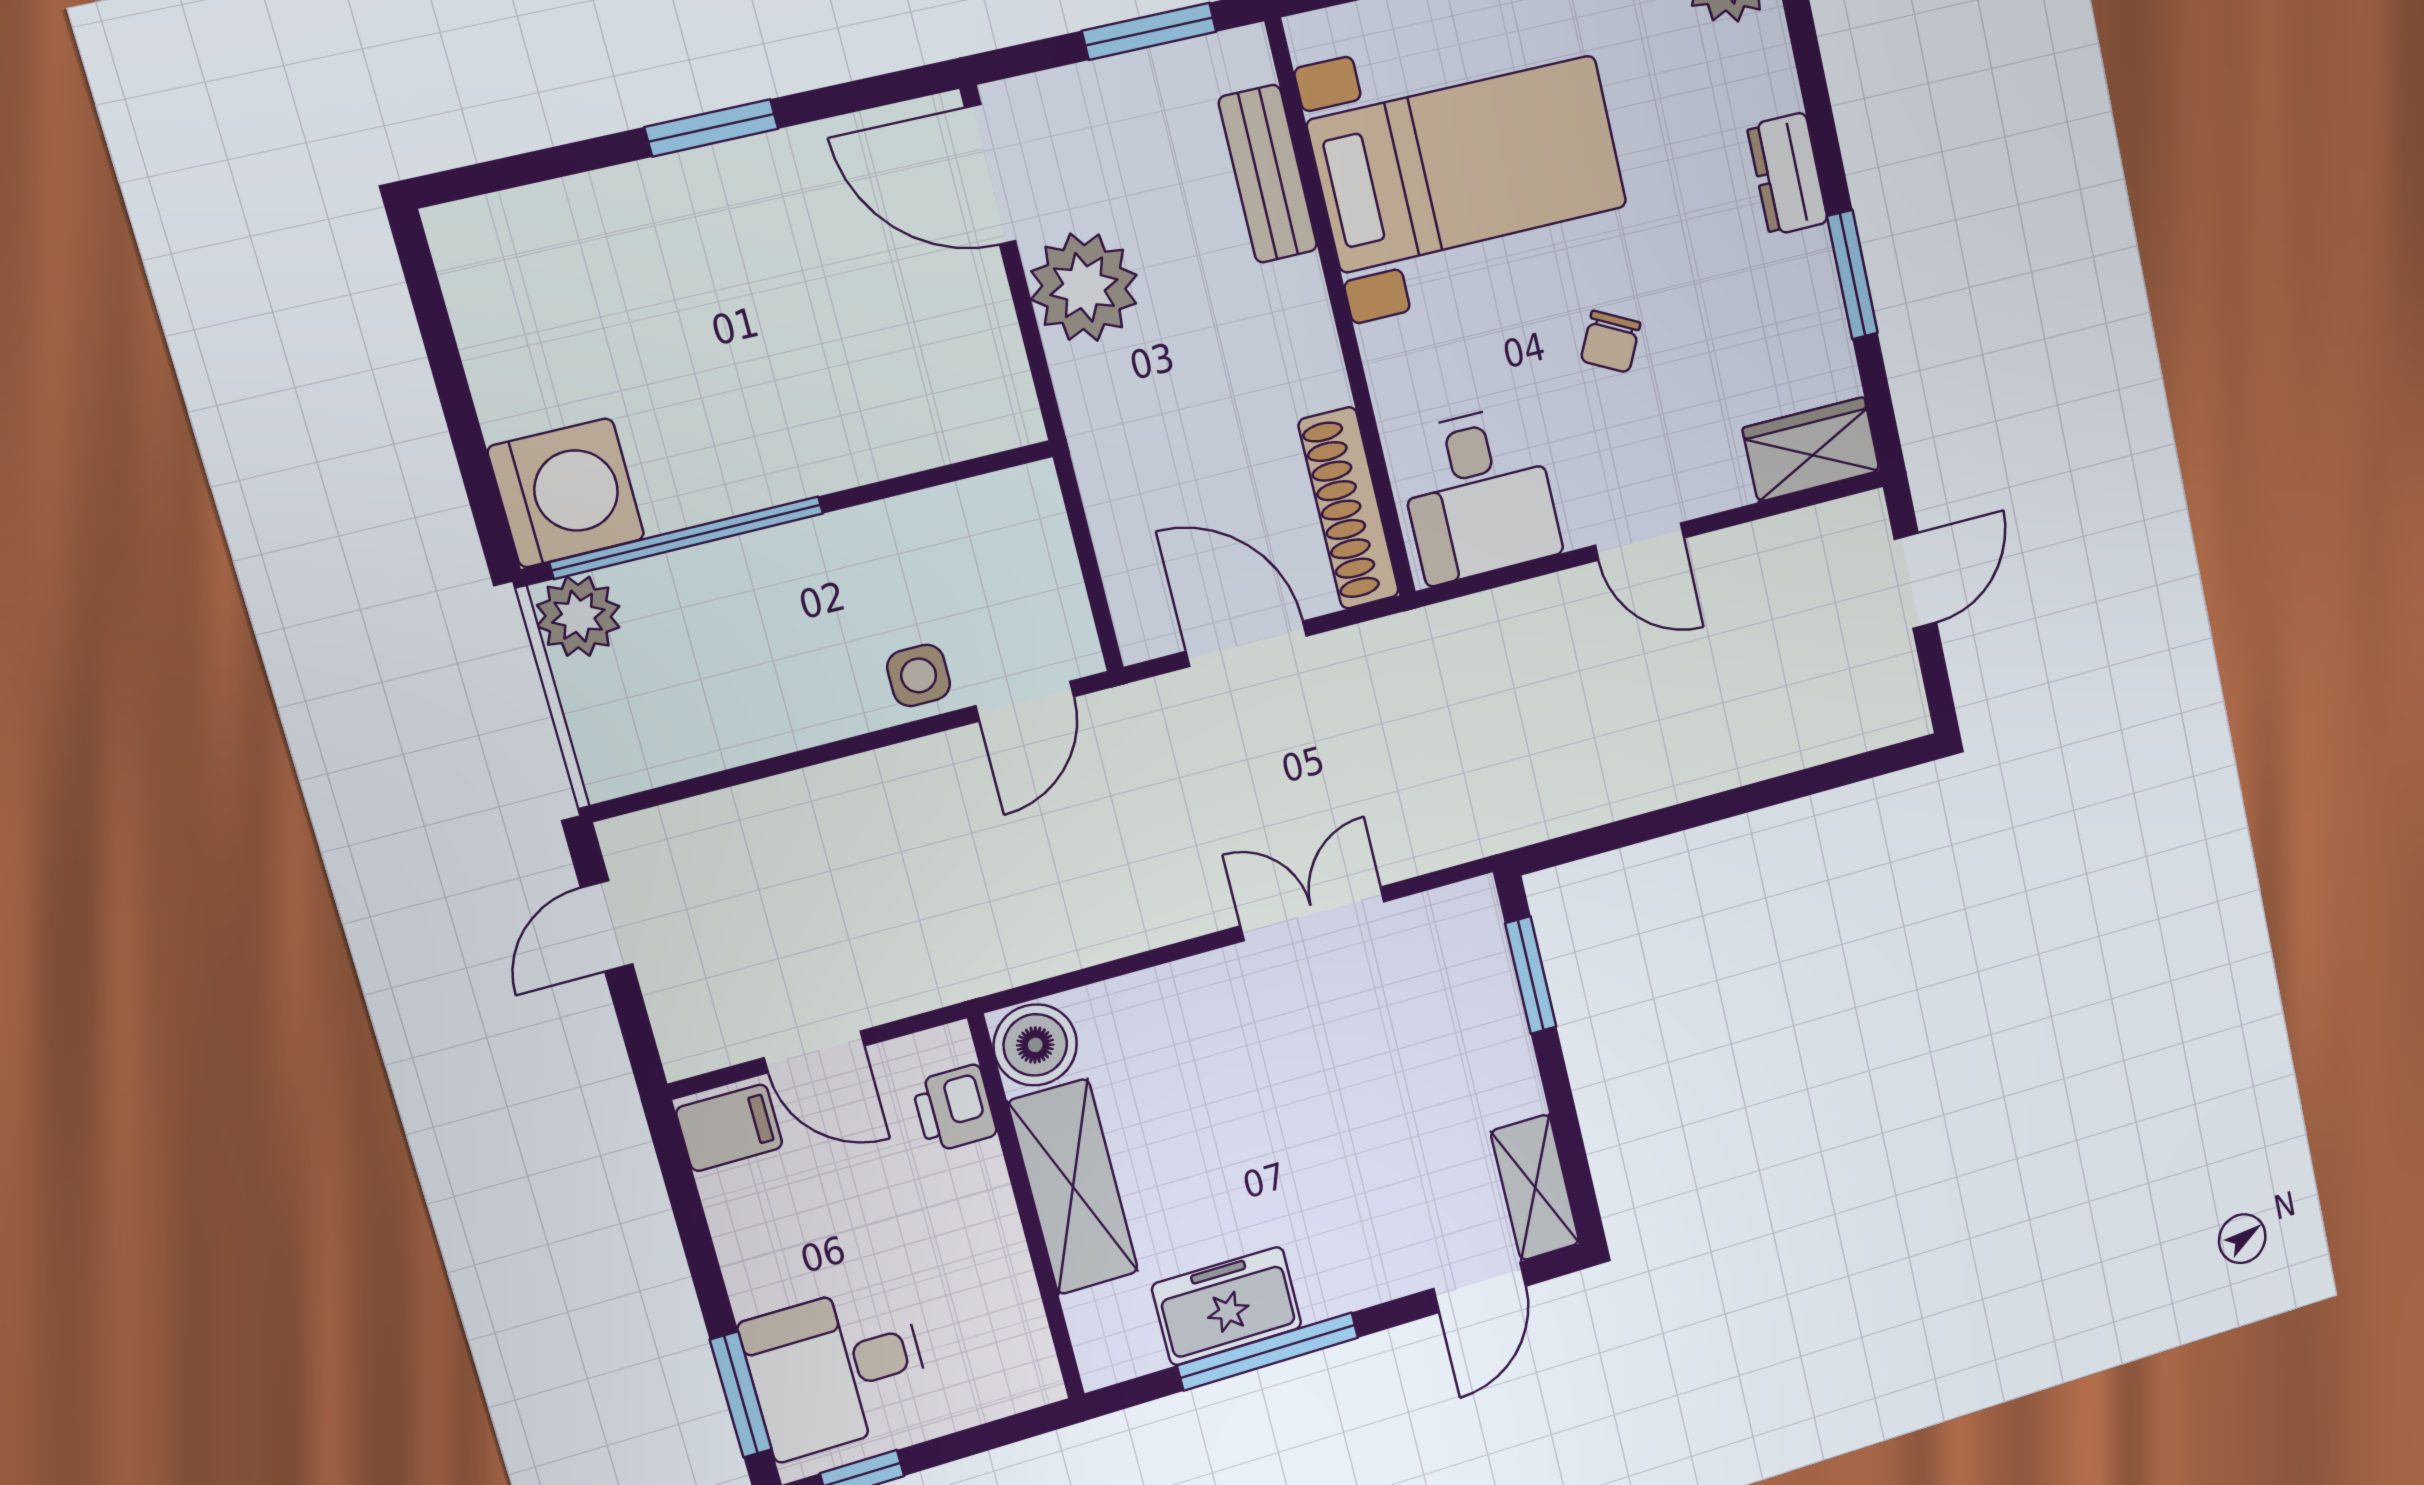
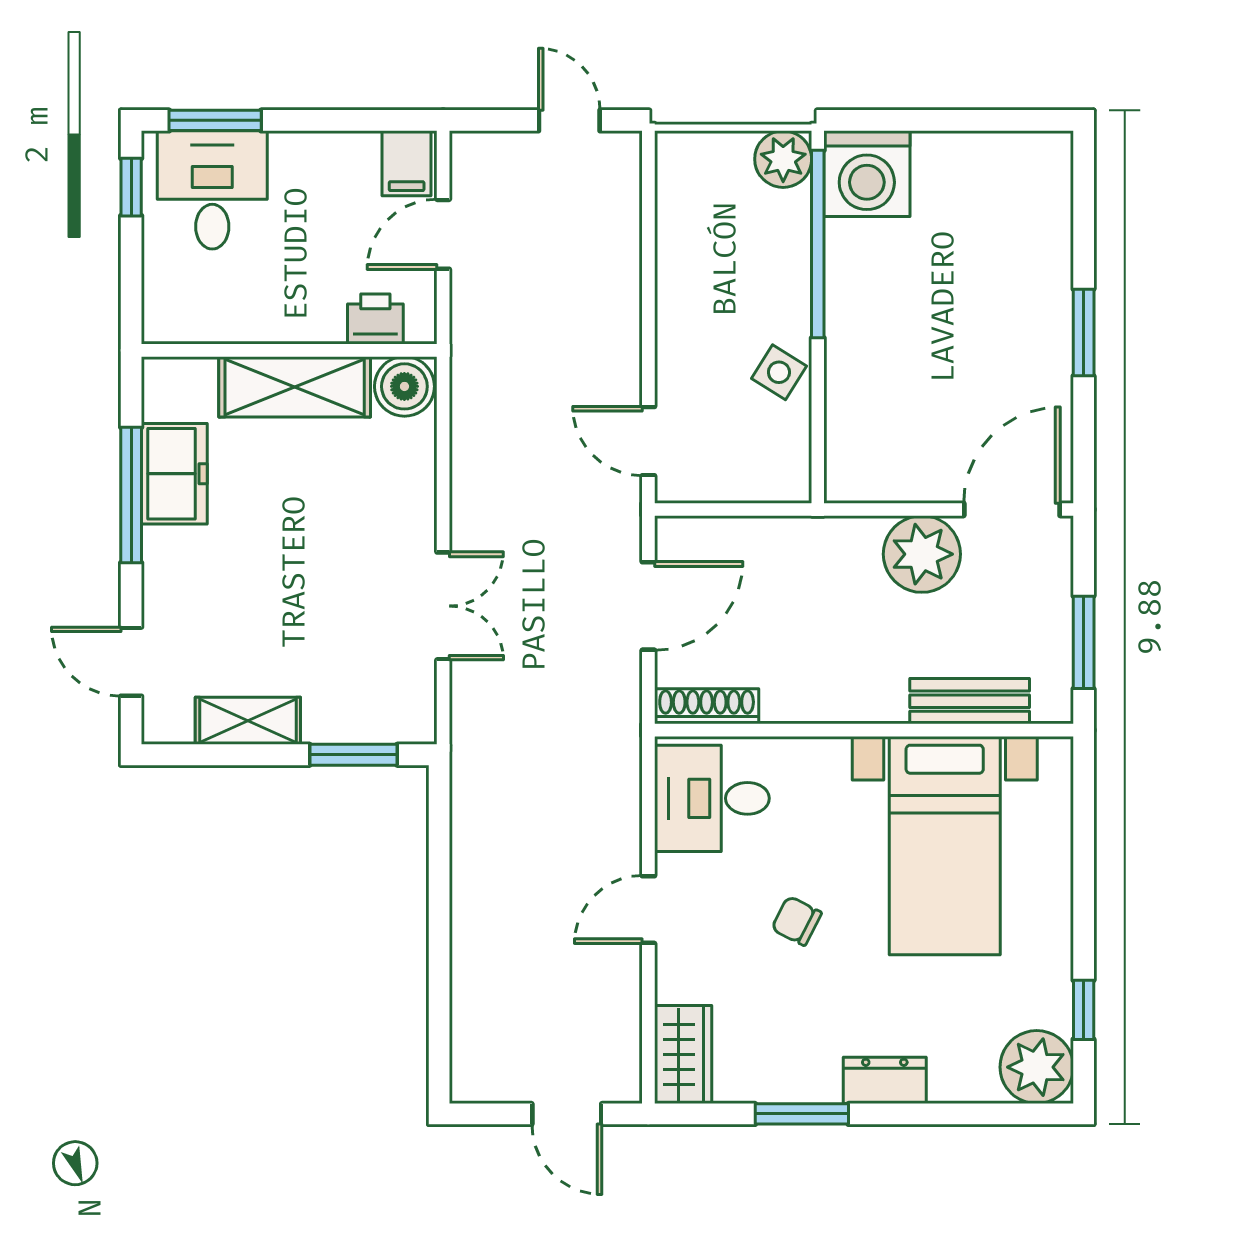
shoe rack: (1349, 508) -> (707, 706), width x0.74, depth x0.81
side table: (919, 675) -> (779, 372), moved, turned 32
shelving: (1535, 1187) -> (248, 721), moved

